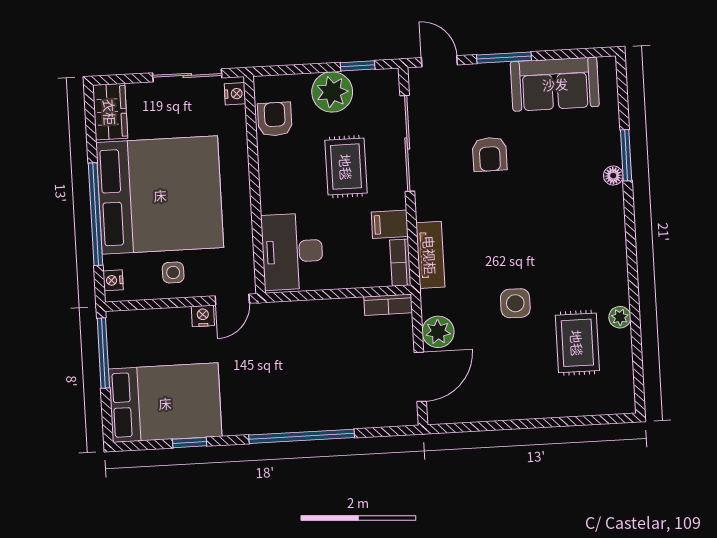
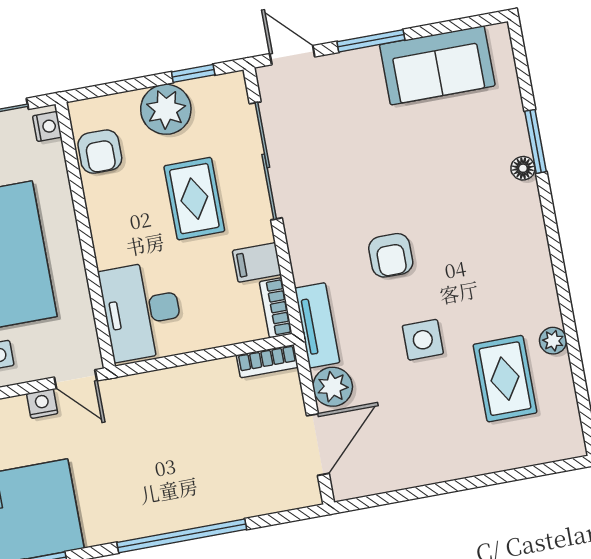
armchair: (275, 119) -> (100, 152), turned 180
armchair: (490, 154) -> (391, 255), moved
tv unit: (430, 255) -> (317, 325), moved
door: (232, 300) -> (76, 379), hinge flipped

